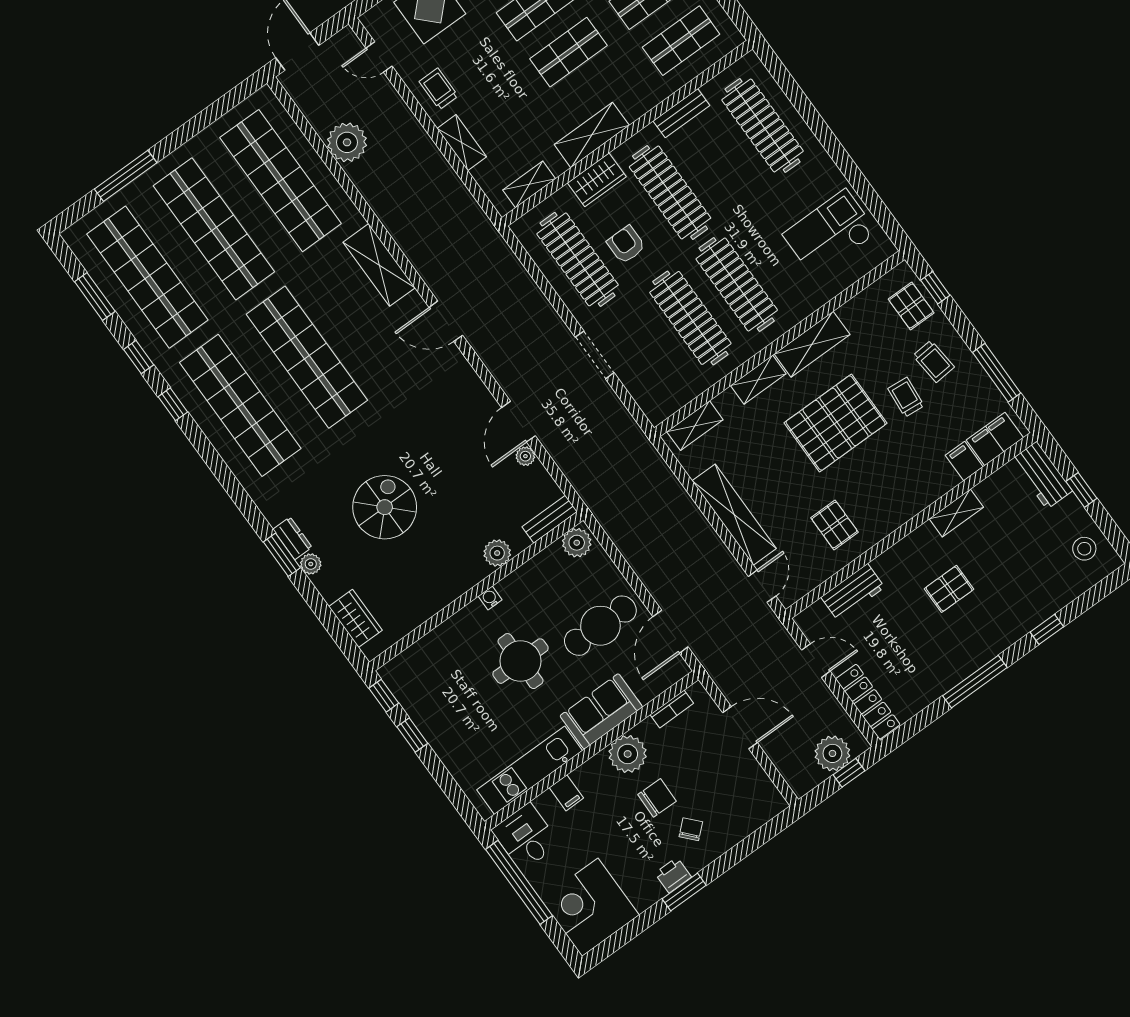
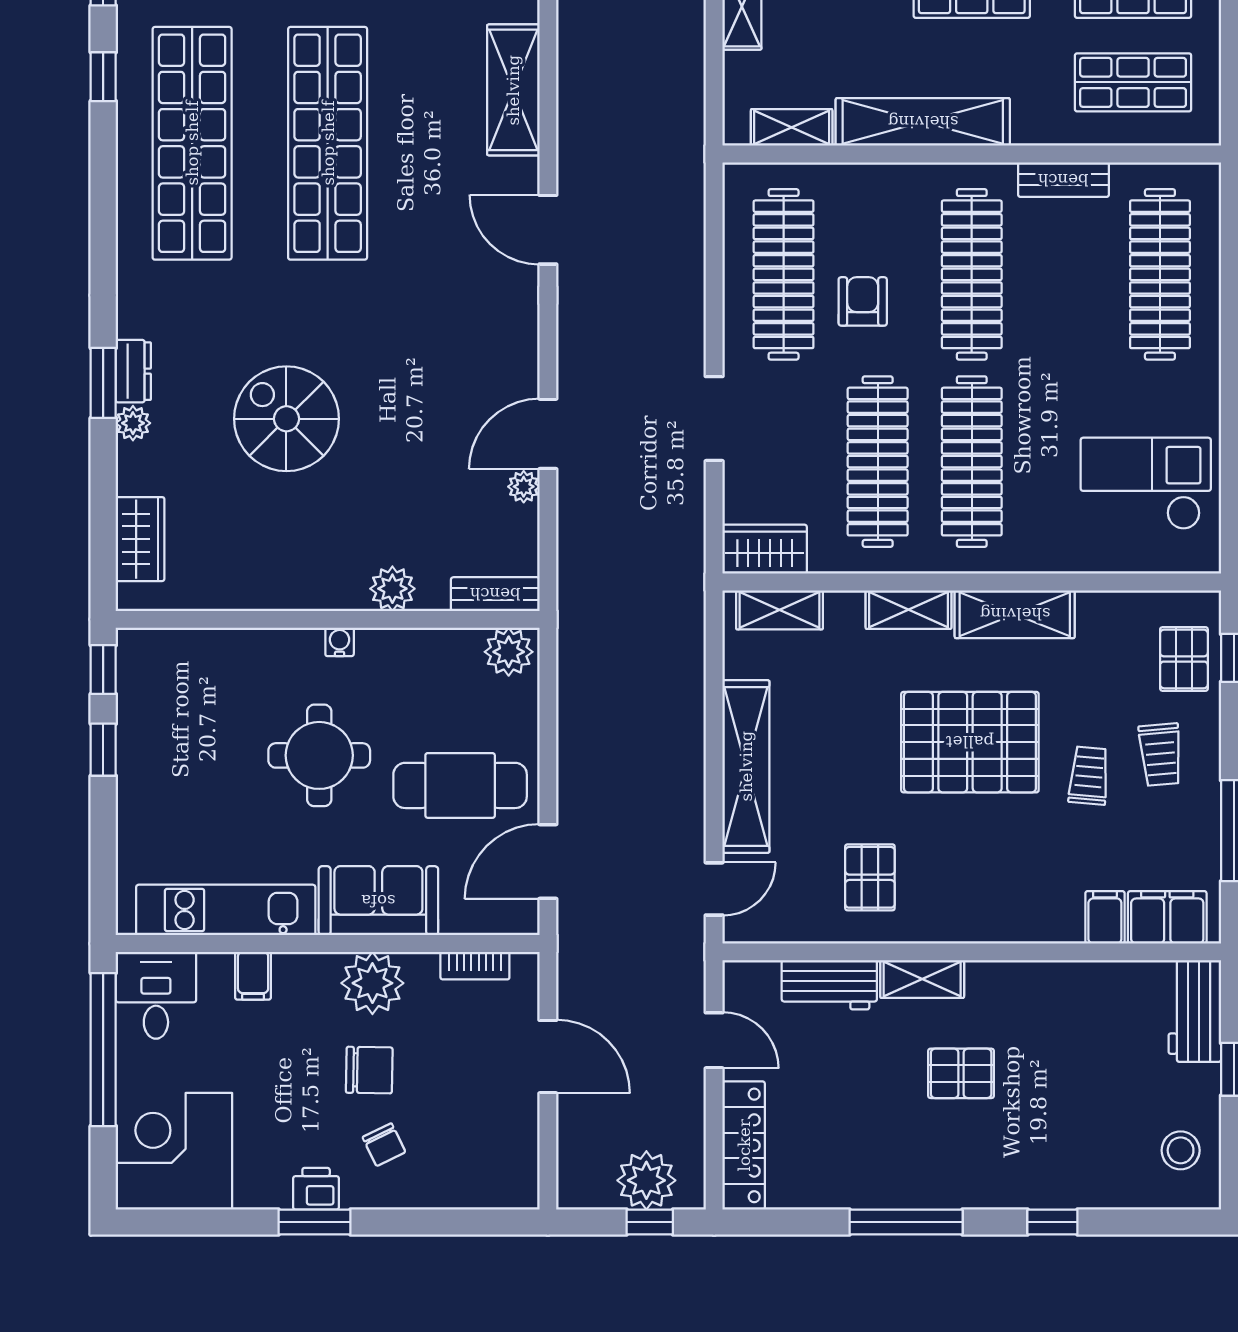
shelving: (592, 135) -> (923, 122), width x1.47
wardrobe: (597, 180) -> (765, 549), moved, turned 180
spiral stairs: (385, 507) -> (286, 419), turned -90
shelving: (956, 513) -> (922, 979), moved
chair: (691, 829) -> (384, 1145), turned 106

